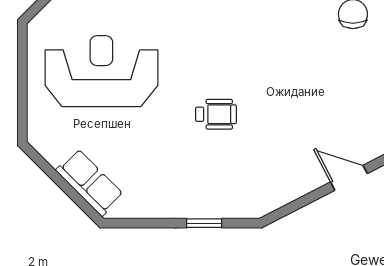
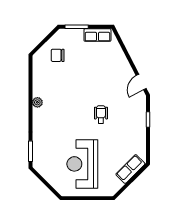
door: (349, 178) -> (141, 82), moved

